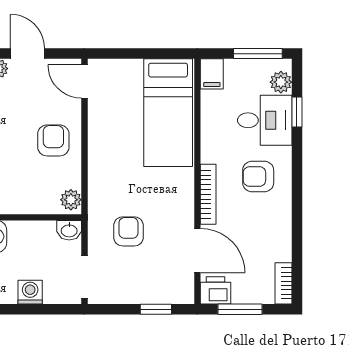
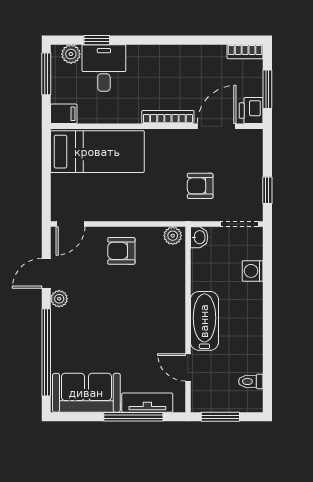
armchair: (258, 176) -> (153, 74), removed
window: (156, 309) -> (267, 190), moved

